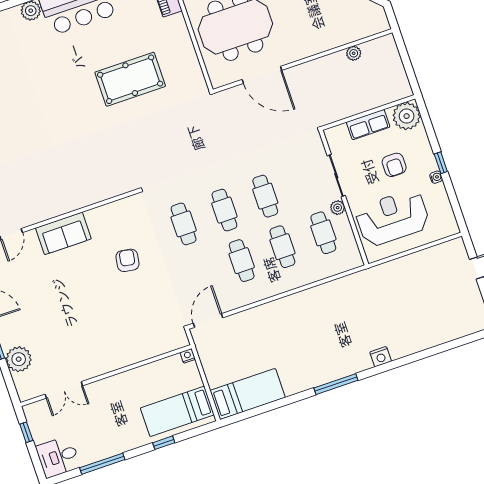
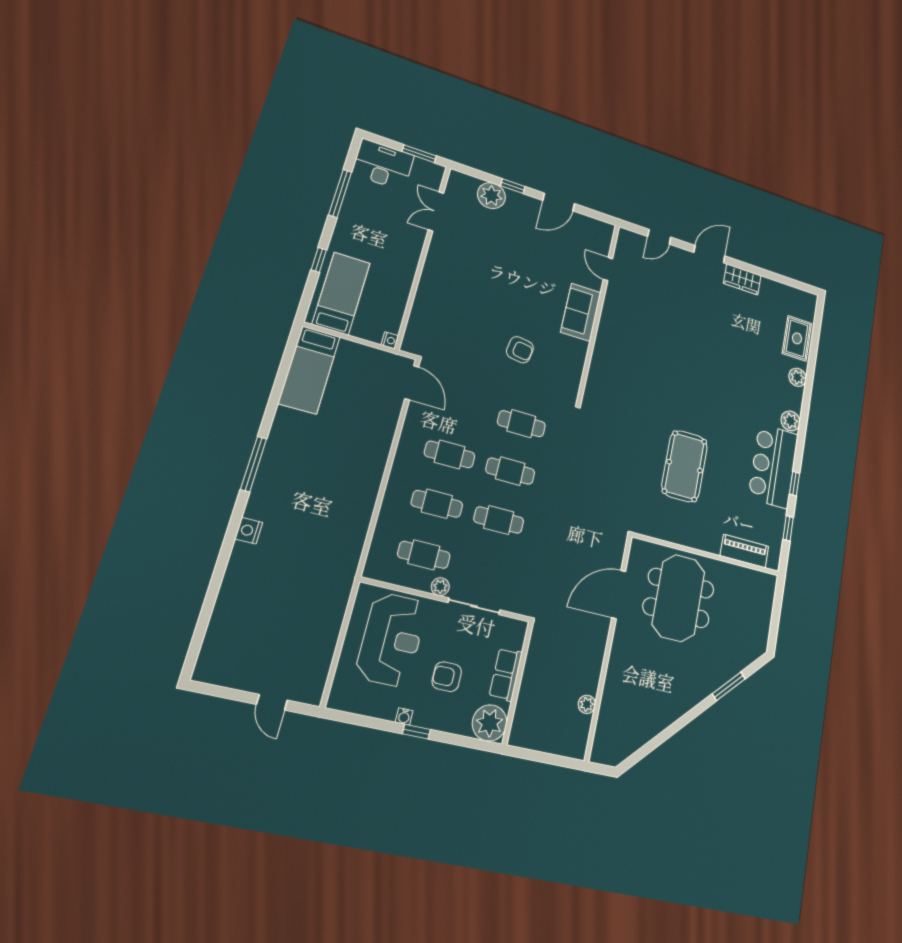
window: (26, 432) -> (419, 154), width x1.50
desk: (58, 457) -> (383, 165), width x1.37

